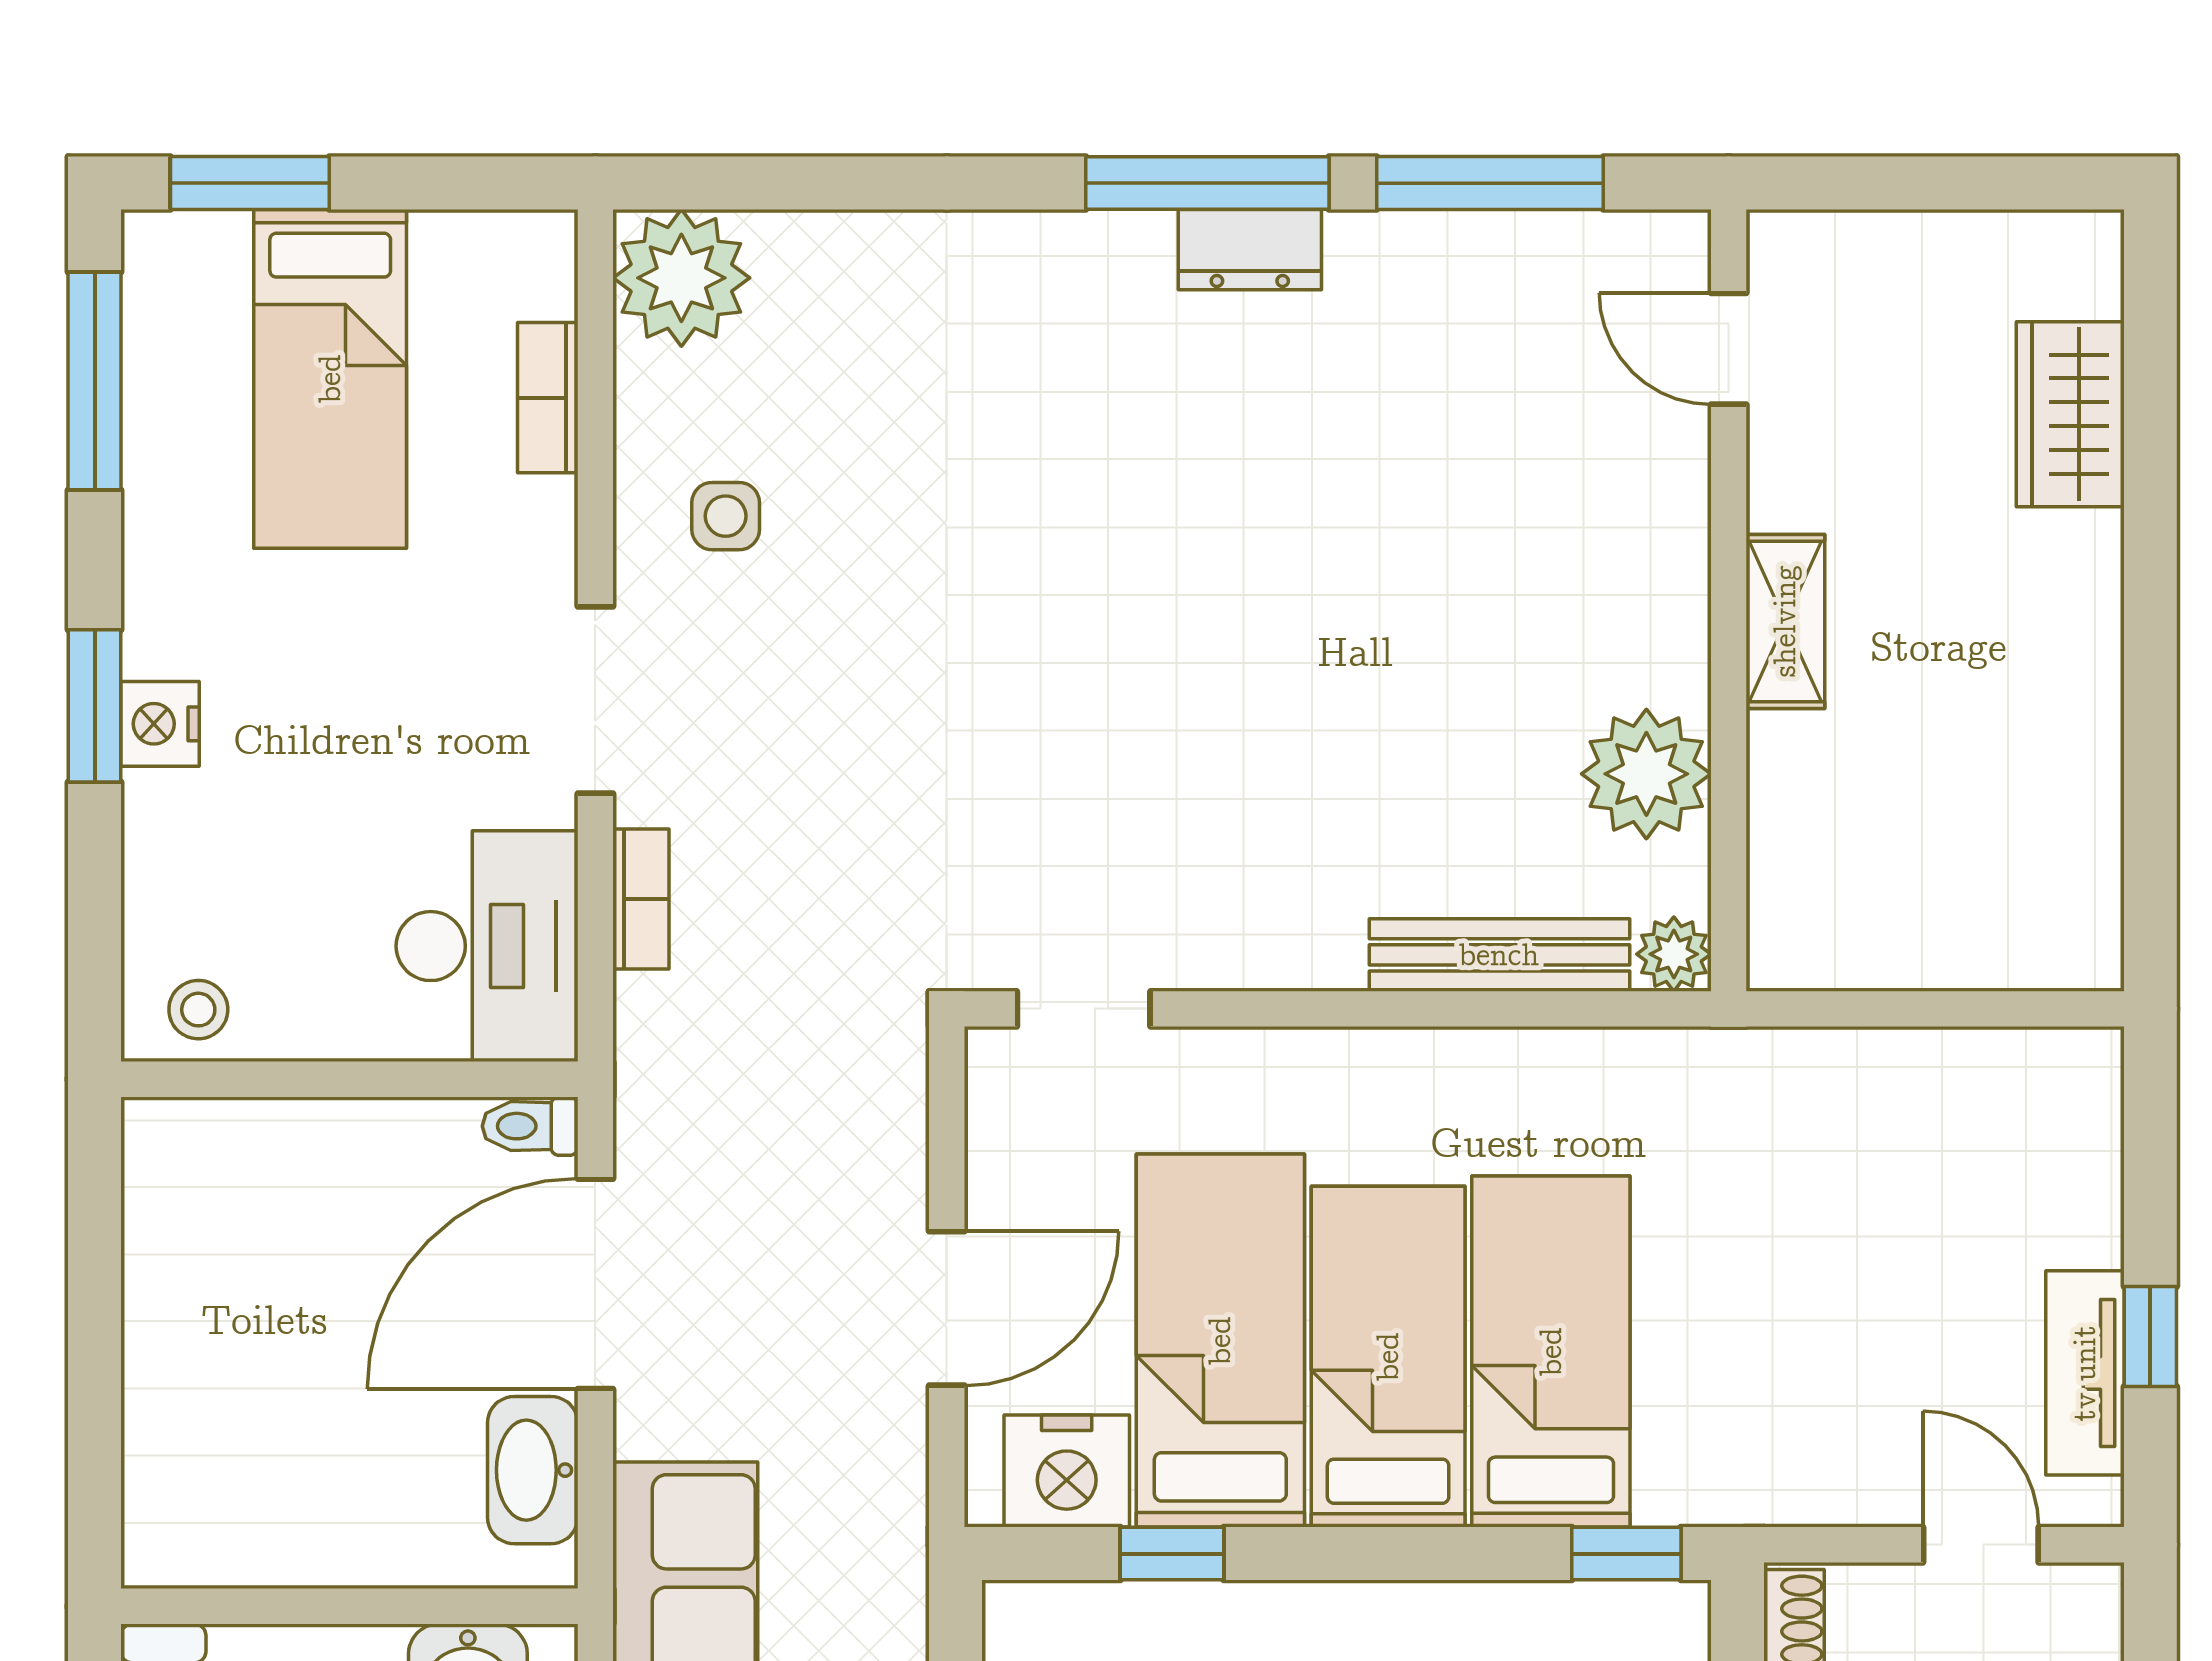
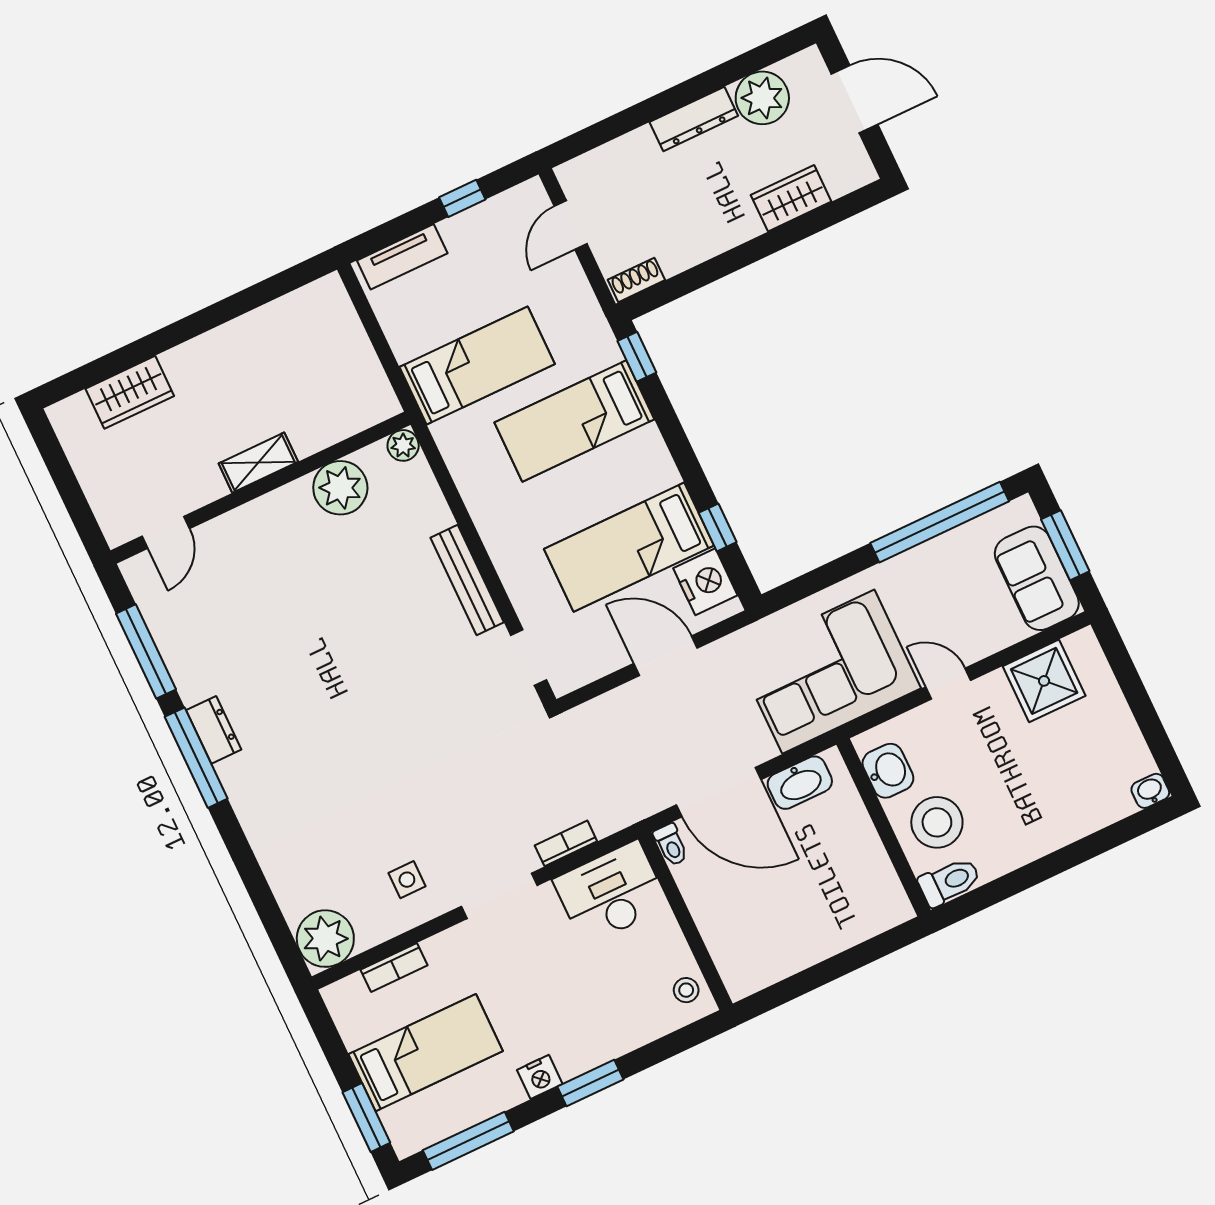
nightstand: (160, 724) -> (540, 1077), moved
bench: (1499, 955) -> (467, 580), moved
bed: (1388, 1357) -> (477, 366), moved, turned 180
tv unit: (2085, 1373) -> (402, 257), moved

